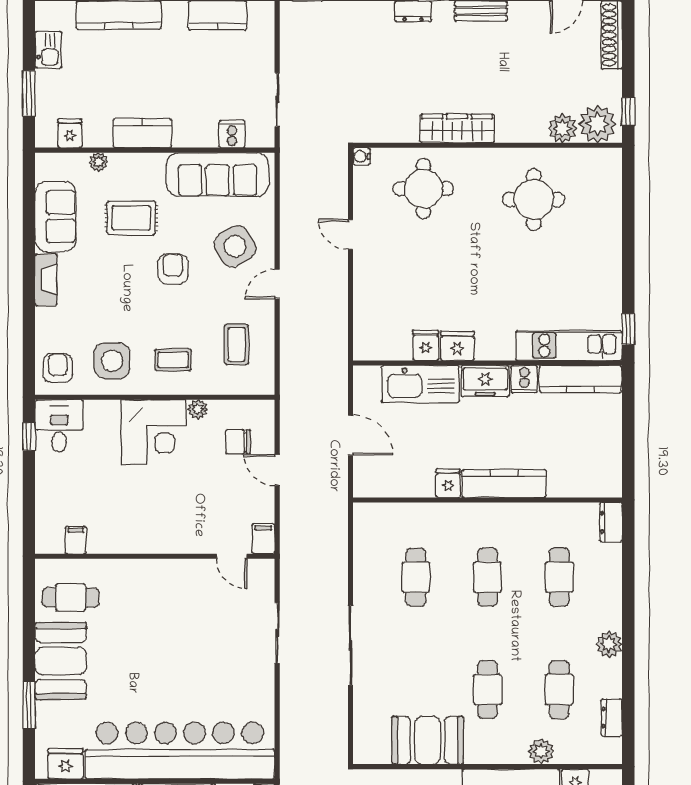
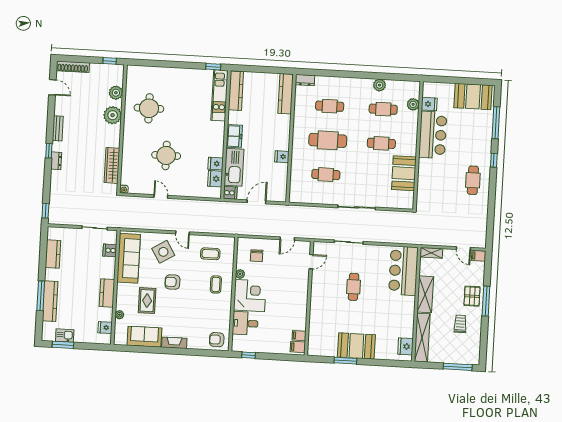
window: (29, 93) -> (63, 345), moved
plant: (598, 124) -> (113, 115), moved
wardrobe: (457, 128) -> (112, 165), moved
round table: (423, 189) -> (166, 155), moved
door: (351, 234) -> (161, 196), swing flipped
fridge: (457, 346) -> (215, 179), moved
side table: (112, 361) -> (215, 314), removed
cooker: (524, 379) -> (230, 193), moved
desk: (59, 426) -> (245, 323), moved
door: (277, 470) -> (287, 239), moved
kitchen counter: (504, 483) -> (286, 94), moved
filing cabinet: (263, 539) -> (298, 347), moved
cafe table: (488, 577) -> (328, 140), width x1.37, depth x1.35
cafe table: (71, 597) -> (354, 287), moved
plant: (609, 644) -> (380, 85), moved
window: (29, 705) -> (345, 361), moved
dresser: (612, 718) -> (398, 85), removed
bar counter: (180, 750) -> (403, 271), width x0.54
plant: (541, 751) -> (413, 104), moved

